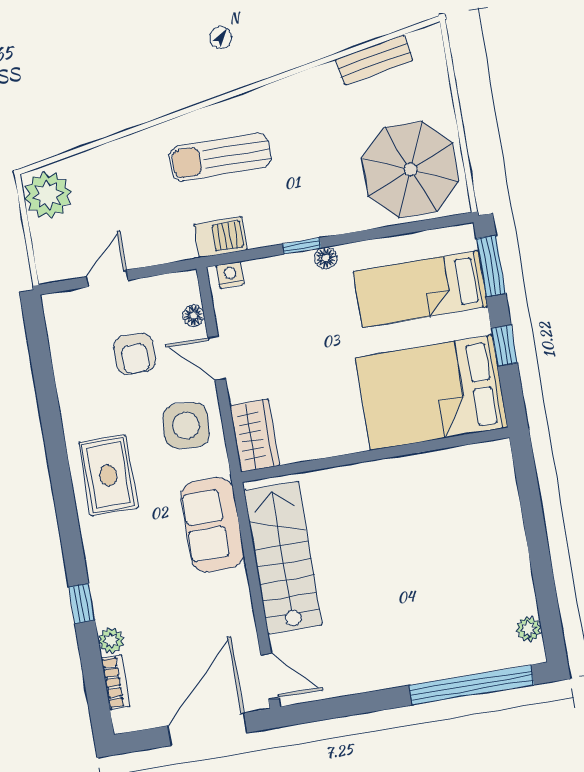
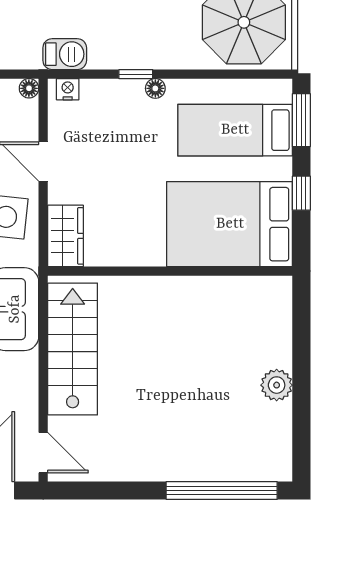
floor lamp: (193, 315) -> (29, 88), moved
plant: (529, 629) -> (277, 385), moved, width x1.38, depth x1.38

